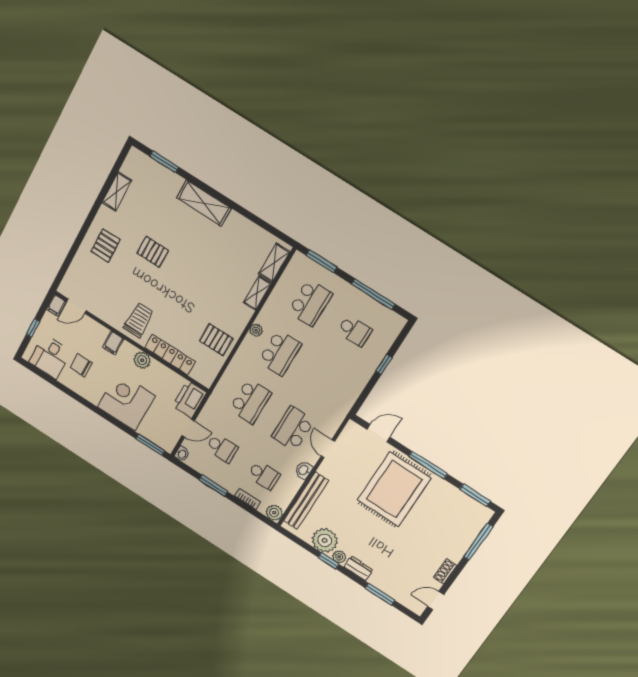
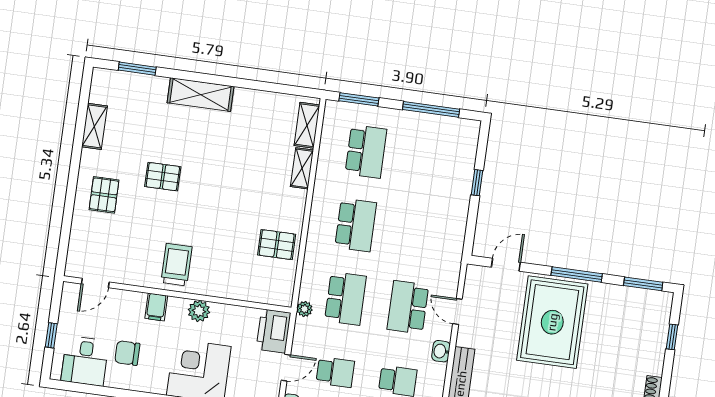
filing cabinet: (56, 305) -> (70, 294), removed
plant: (256, 330) -> (304, 309), moved
school desk: (355, 331) -> (428, 160), removed
locker: (170, 355) -> (229, 288), removed
window: (478, 542) -> (672, 337), width x0.46

